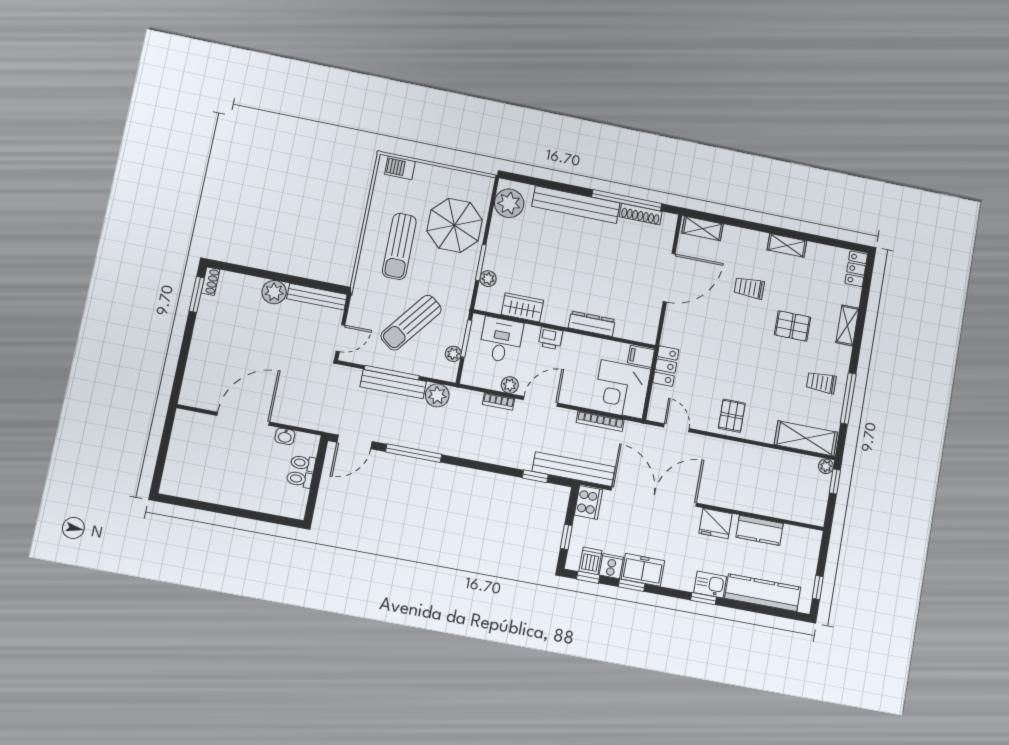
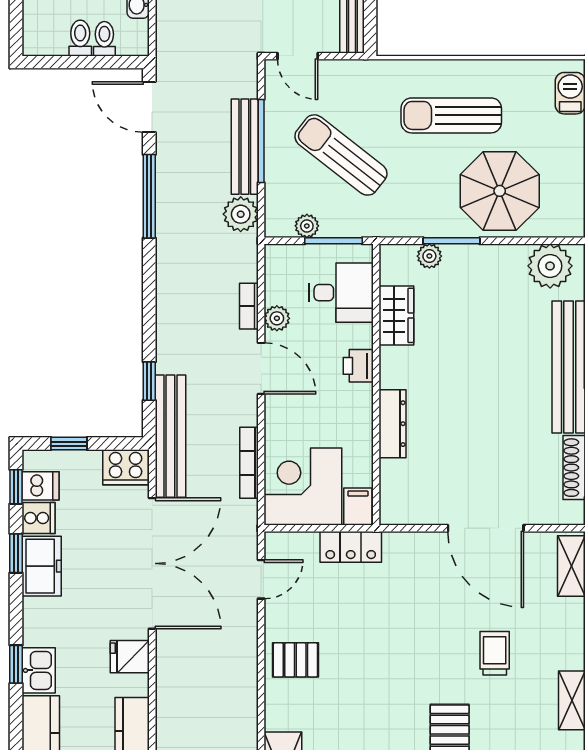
fridge: (715, 524) -> (130, 657), width x0.72

